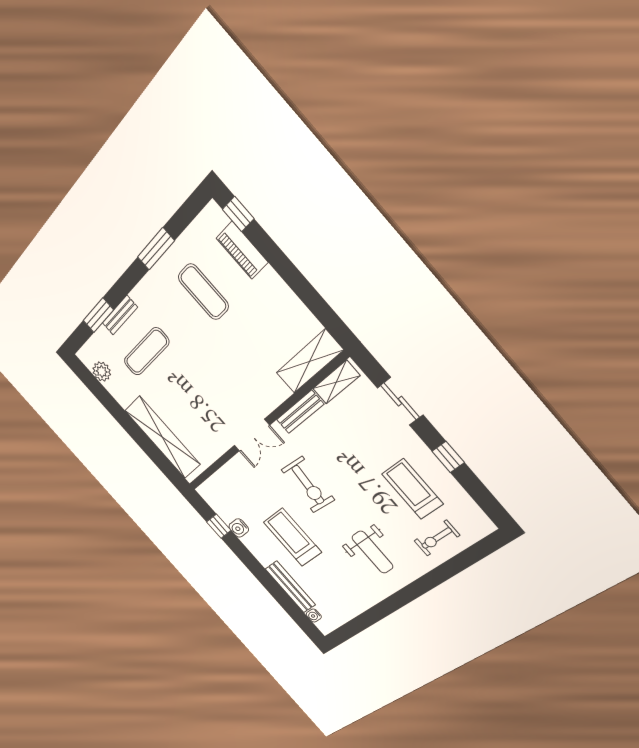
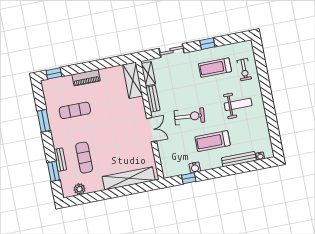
piano: (242, 250) -> (86, 78), moved

